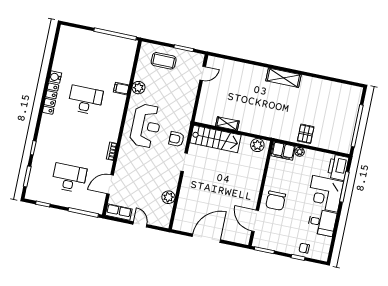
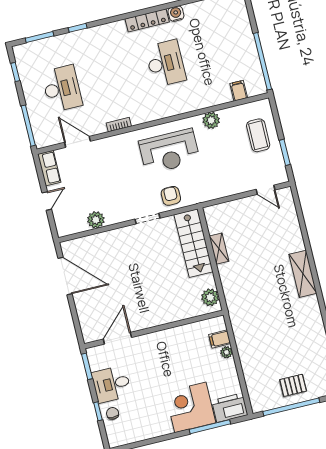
shelving: (284, 78) -> (303, 274), moved
filing cabinet: (121, 89) -> (239, 91), moved
pallet: (306, 134) -> (293, 385), moved
filing cabinet: (283, 151) -> (220, 339), width x0.50
chair: (276, 201) -> (154, 351), removed
desk: (322, 222) -> (112, 384), moved, turned 90
door: (206, 238) -> (65, 276), moved

